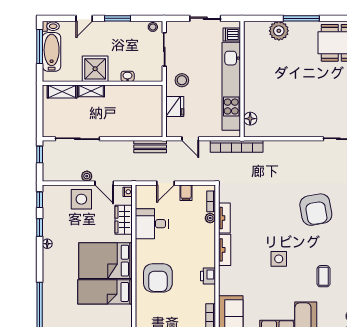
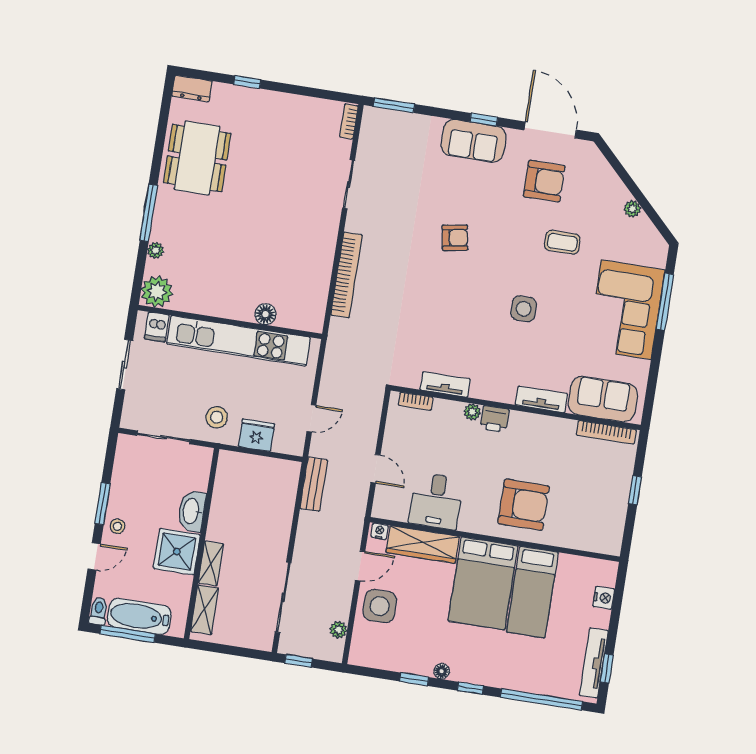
door: (84, 18) -> (94, 556), hinge flipped
stool: (153, 27) -> (117, 526), moved
plant: (254, 31) -> (157, 291), added
plant: (279, 31) -> (156, 250), width x0.53, depth x0.53
washbasin: (128, 76) -> (192, 511), width x1.91, depth x1.45
floor lamp: (250, 119) -> (265, 314), moved
bookcase: (237, 146) -> (346, 275), moved
plant: (87, 176) -> (339, 630), moved
filing cabinet: (186, 193) -> (396, 439), removed
window: (40, 200) -> (470, 688), moved
armchair: (316, 210) -> (455, 238), width x0.53, depth x0.53
plant: (210, 218) -> (472, 412), moved
wardrobe: (124, 220) -> (423, 544), width x1.50
tv unit: (225, 250) -> (541, 399), moved
printer: (208, 276) -> (495, 419), moved

